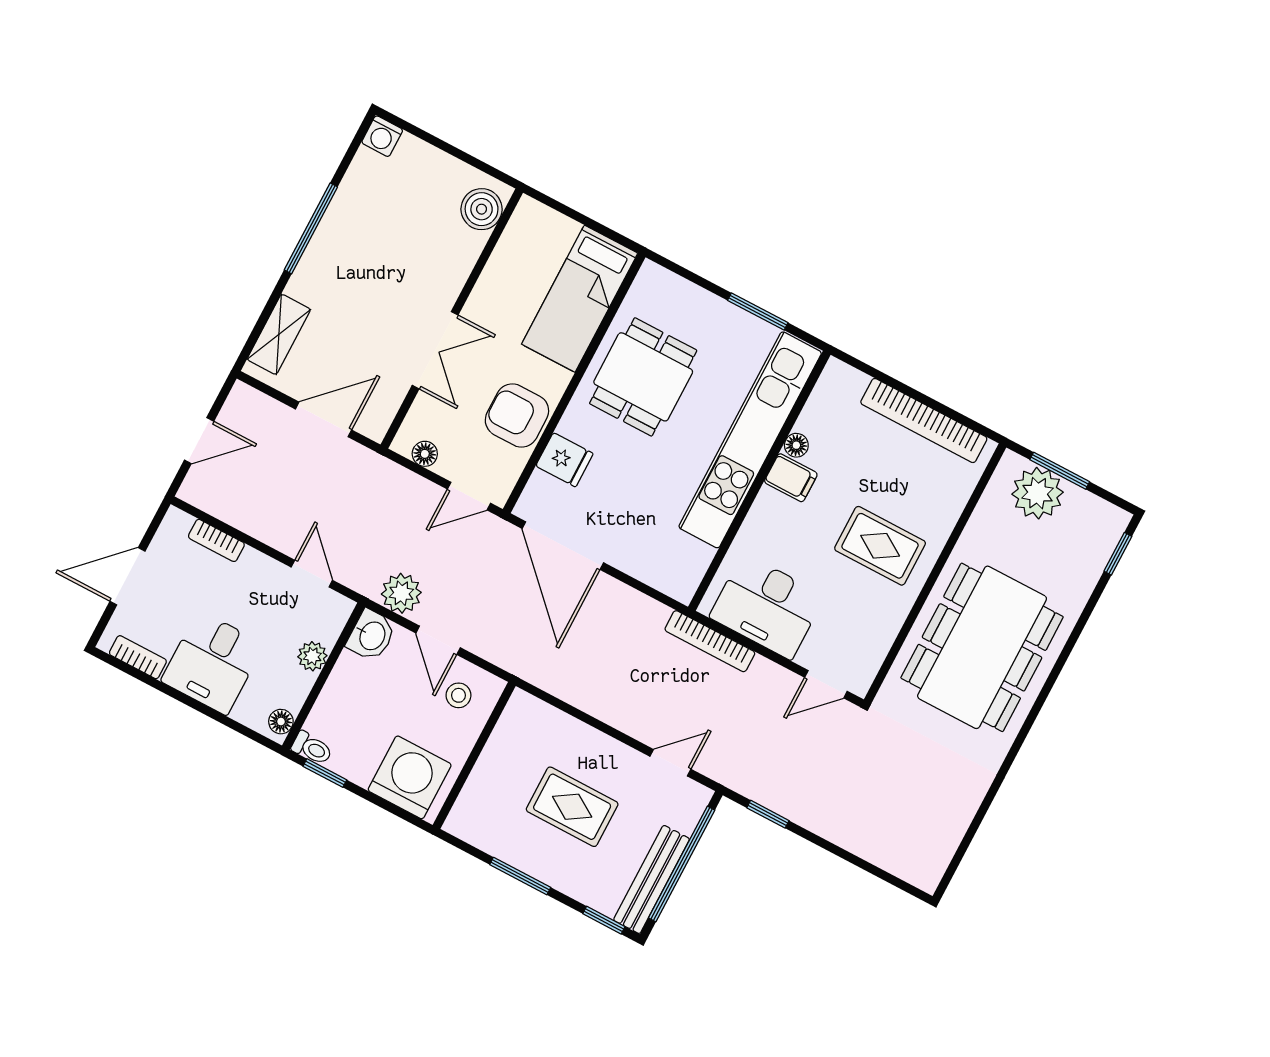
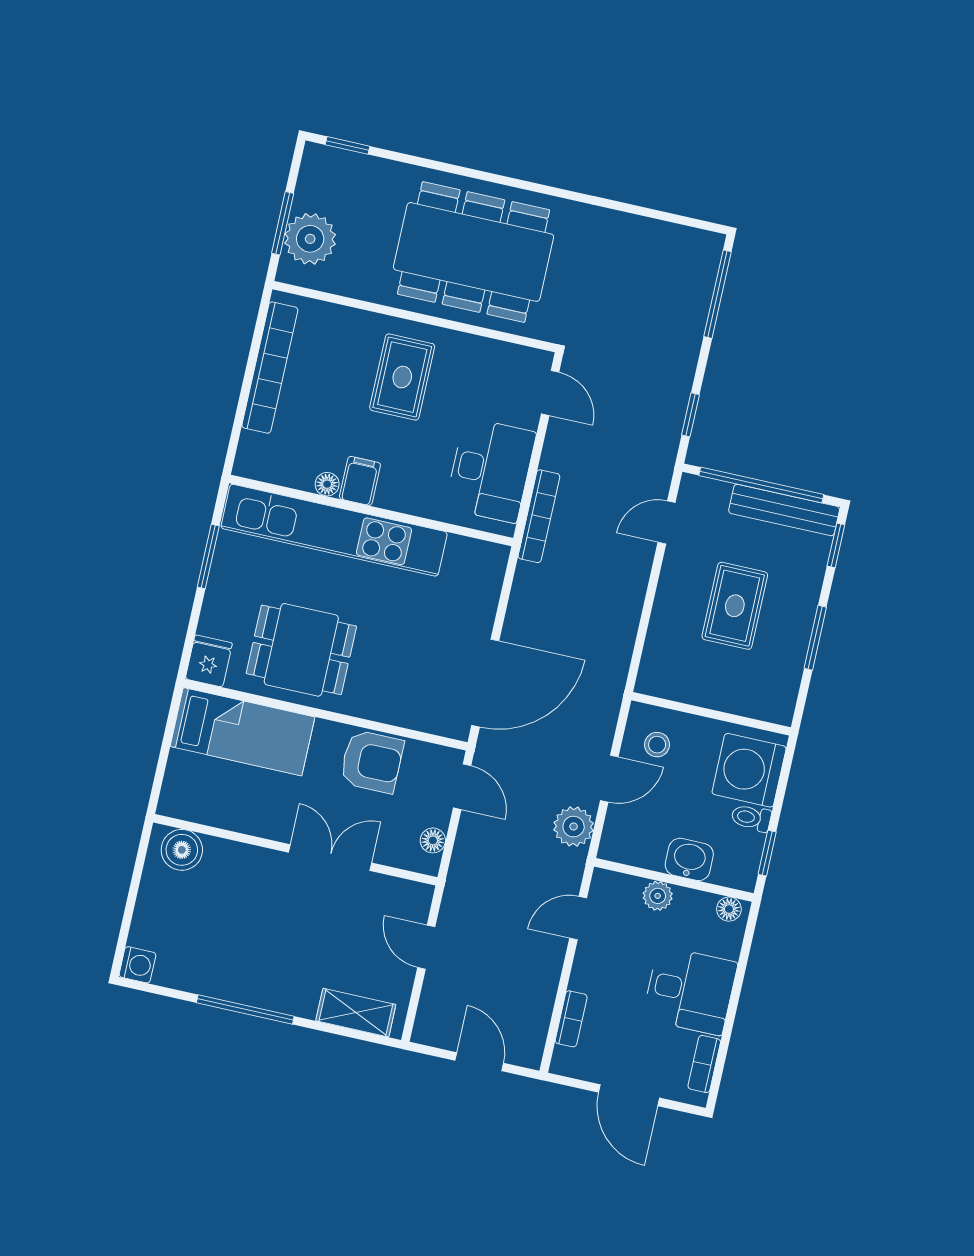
armchair: (517, 415) -> (372, 762), turned -90
door: (324, 419) -> (426, 947), width x0.73
fridge: (564, 460) -> (209, 661), moved
washbasin: (371, 635) -> (689, 859), moved
toilet: (312, 748) -> (751, 818), moved, turned -90
door: (670, 763) -> (667, 522), hinge flipped
window: (877, 872) -> (718, 294), added

